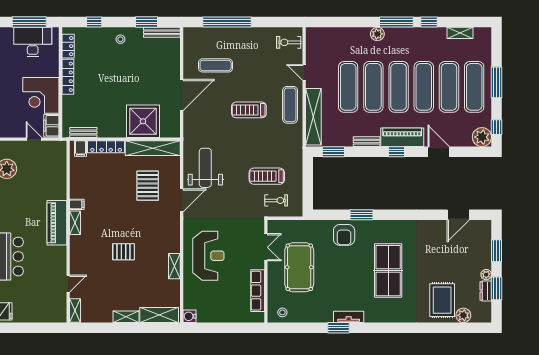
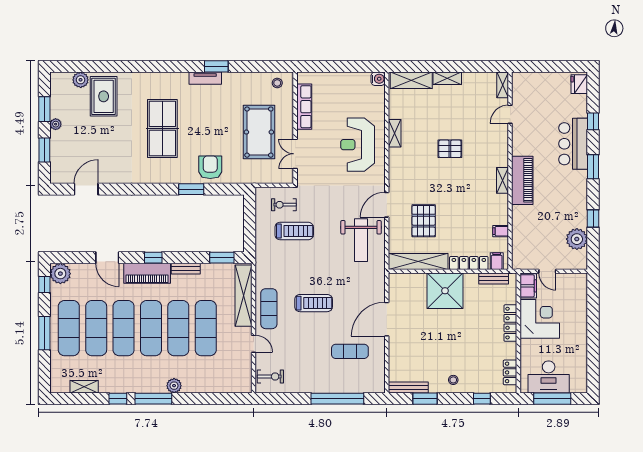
locker: (68, 77) -> (510, 323), moved
shower: (143, 121) -> (445, 291), moved
filing cabinet: (77, 204) -> (501, 231), moved
dresser: (486, 291) -> (56, 106), removed

